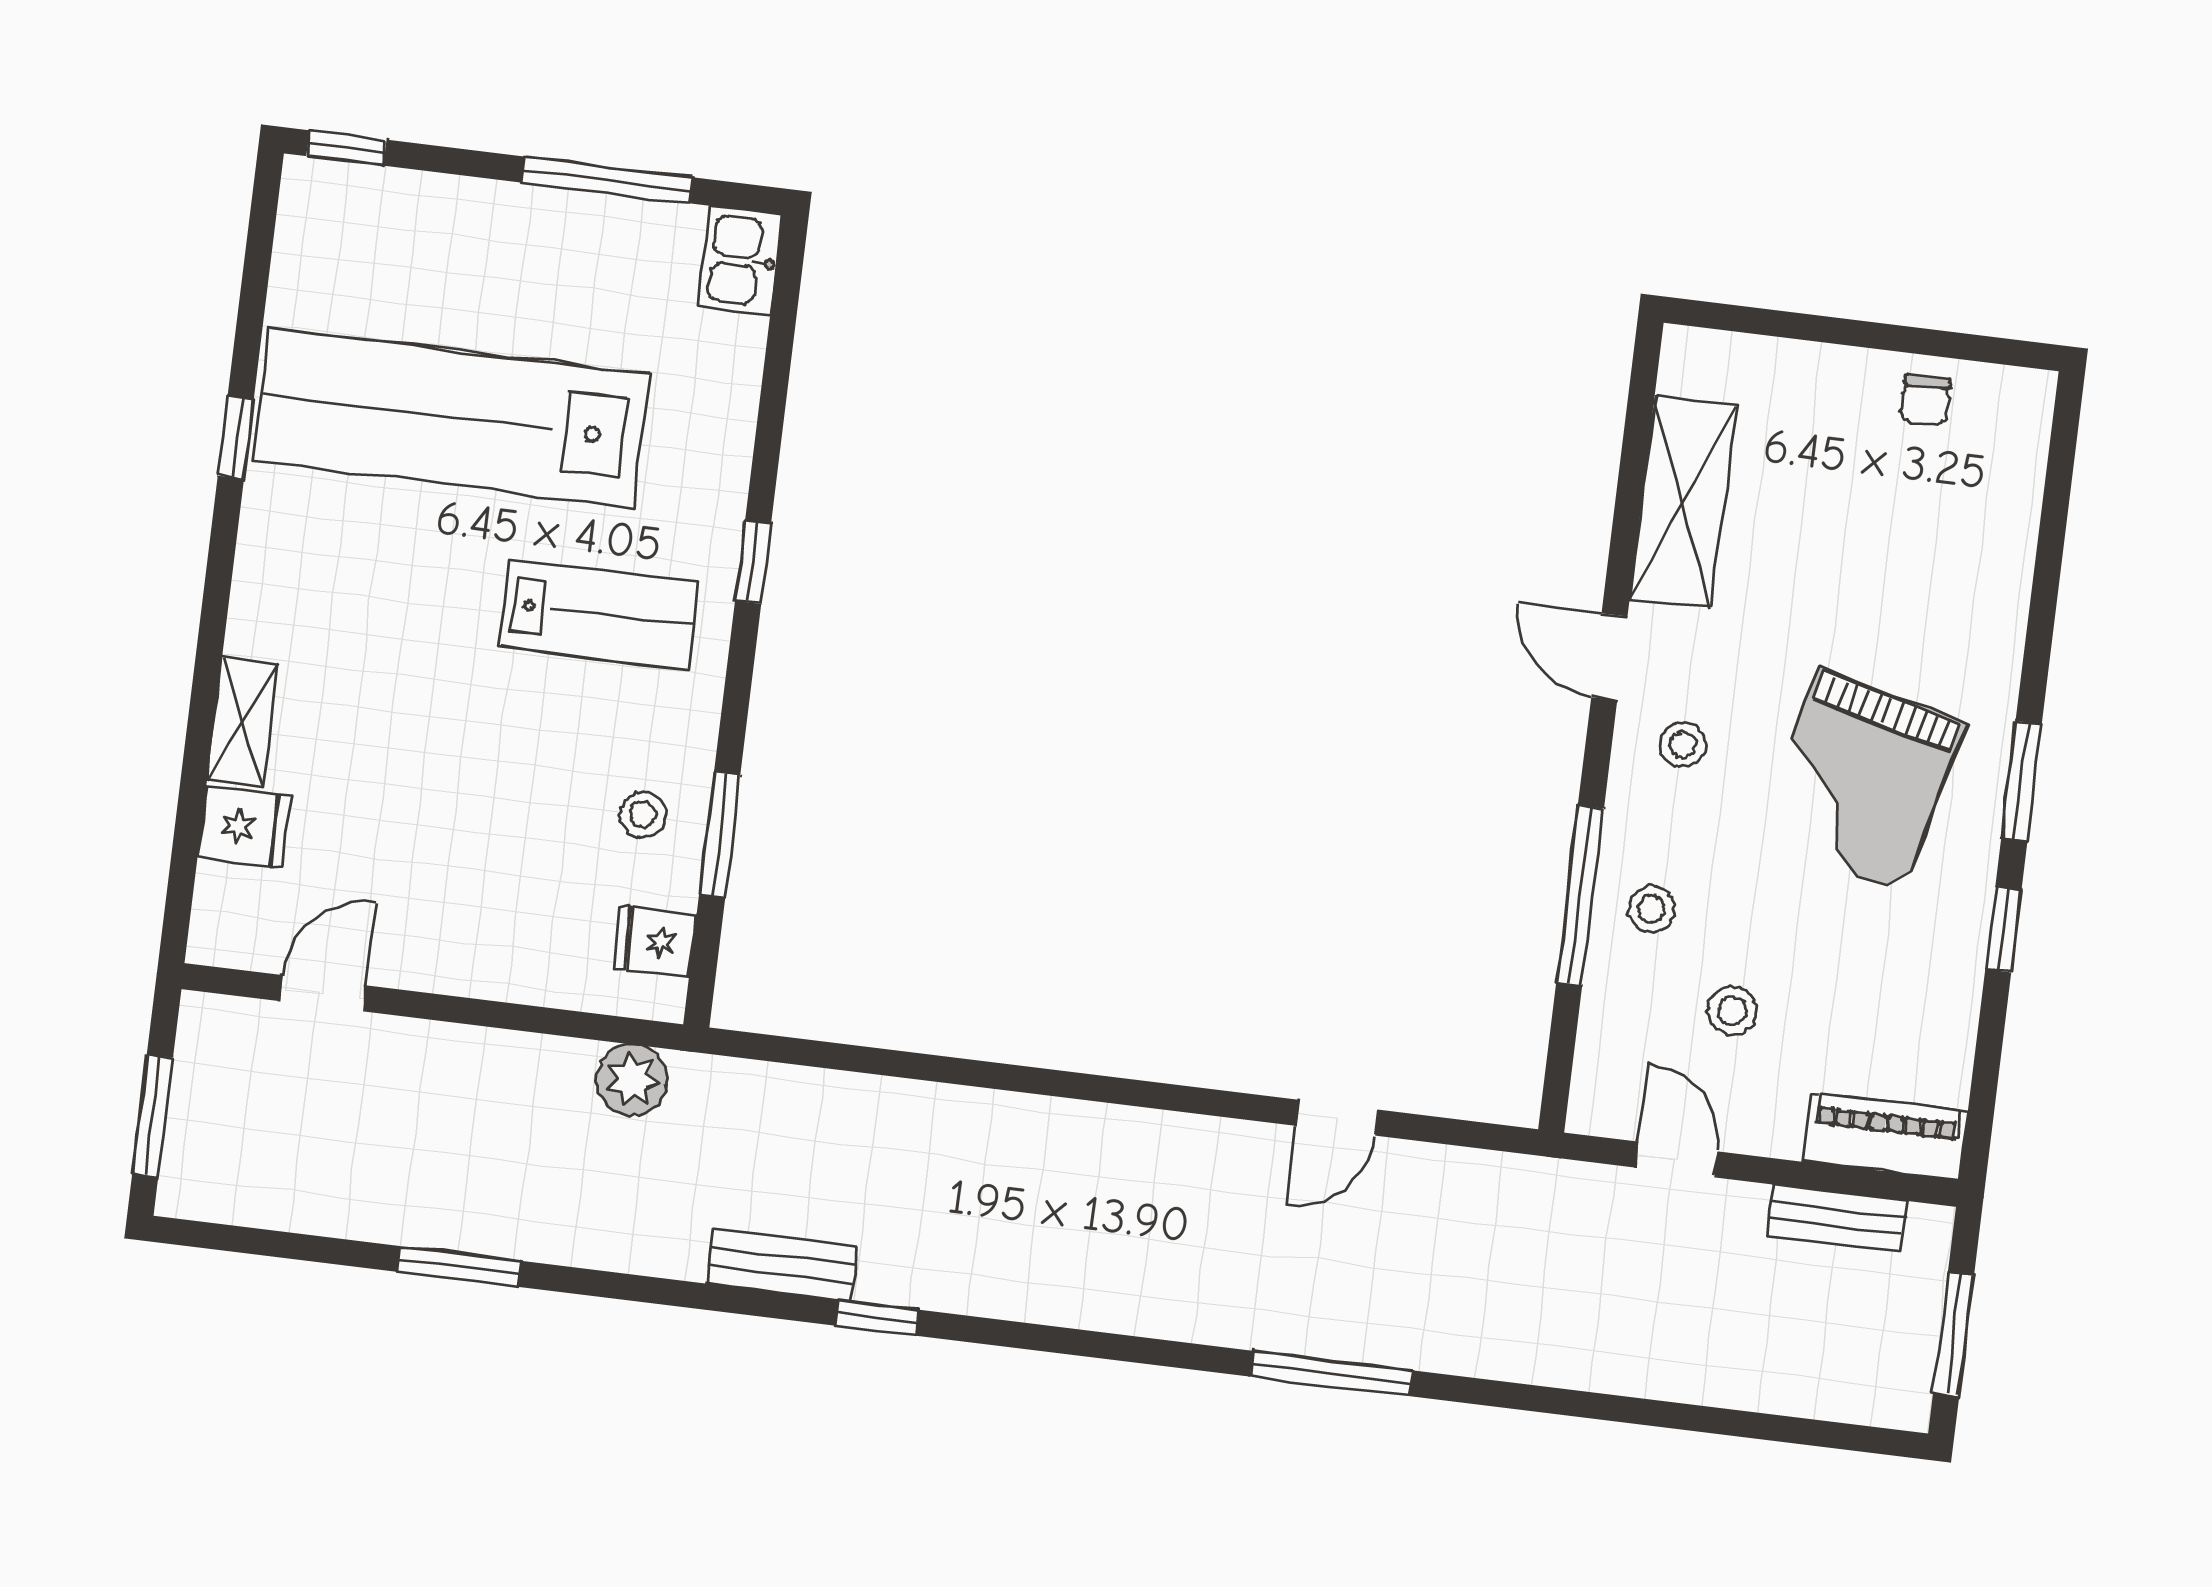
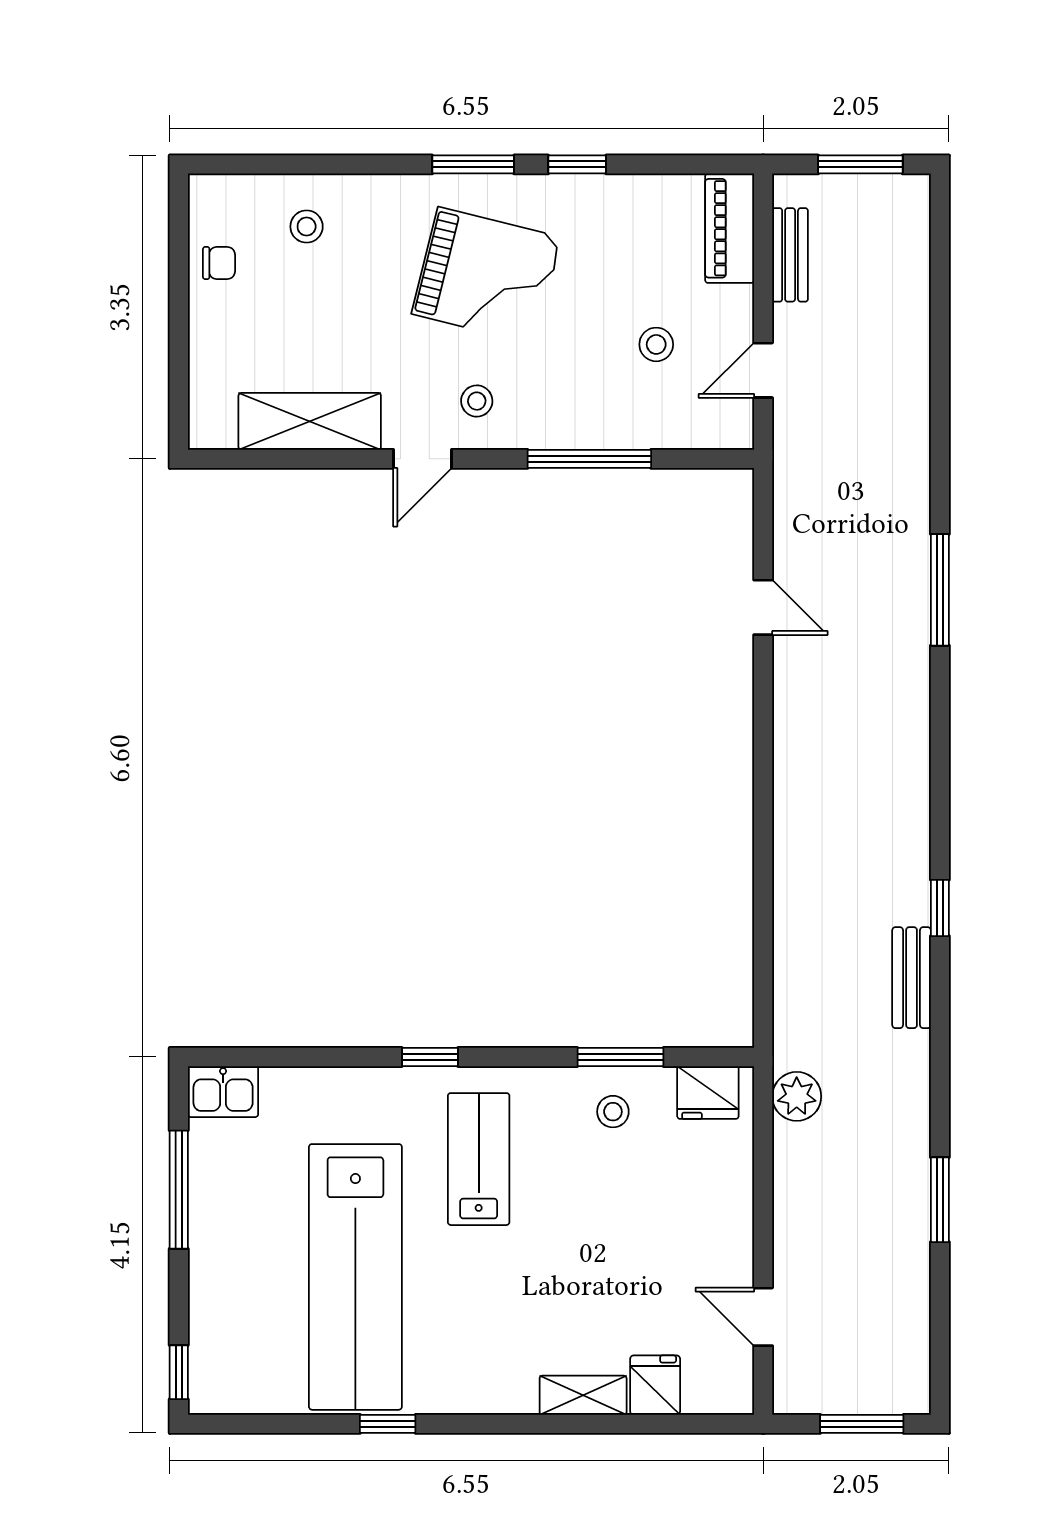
stool: (1652, 909) -> (307, 227), moved
fridge: (655, 941) -> (708, 1092), width x1.38

